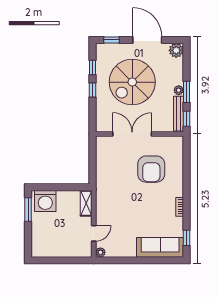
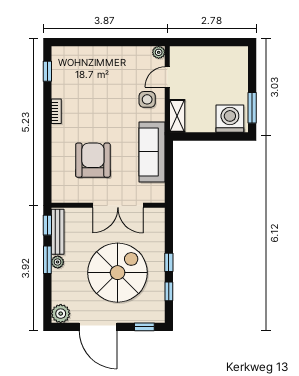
side table: (109, 216) -> (147, 99), added
sofa: (160, 247) -> (152, 152), moved, turned 90

